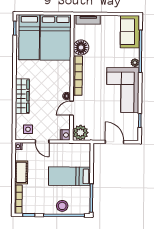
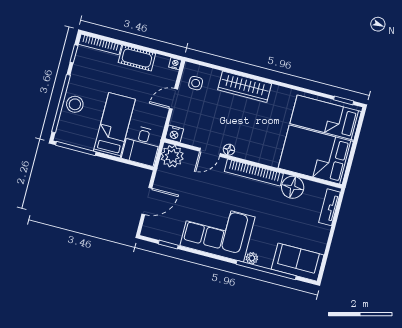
door: (72, 108) -> (210, 152), swing flipped
desk: (78, 155) -> (141, 145), added

